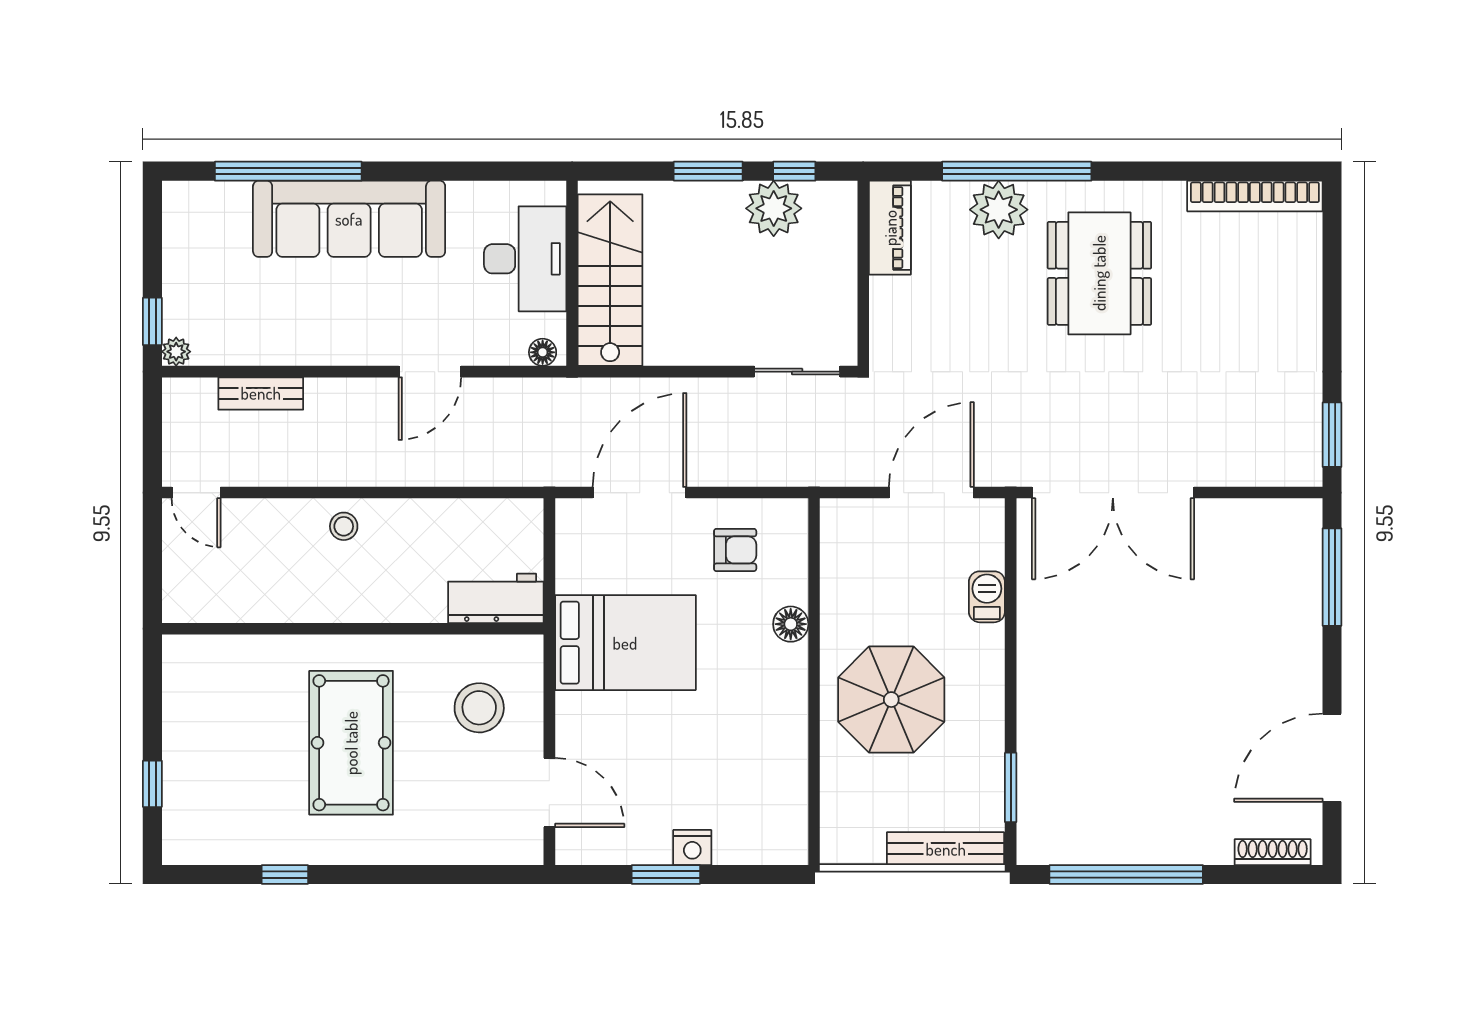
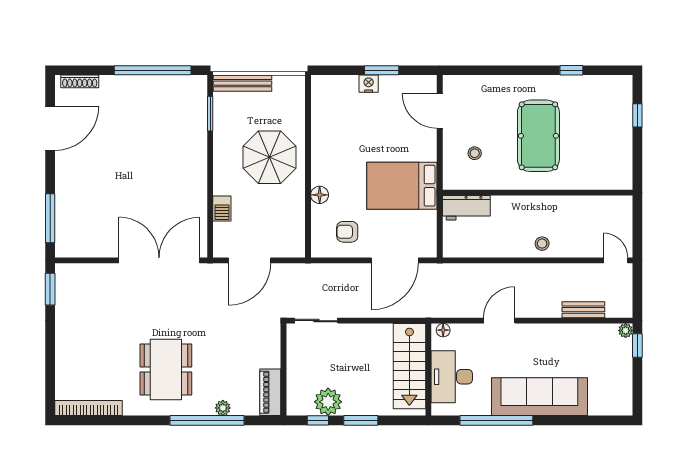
window: (288, 171) -> (496, 420), moved
plant: (999, 210) -> (223, 408), width x0.53, depth x0.53
stool: (479, 708) -> (475, 153), width x0.53, depth x0.53

